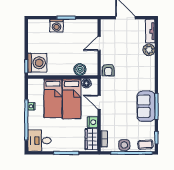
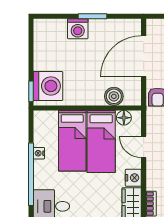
door: (99, 44) -> (144, 56), width x1.88

